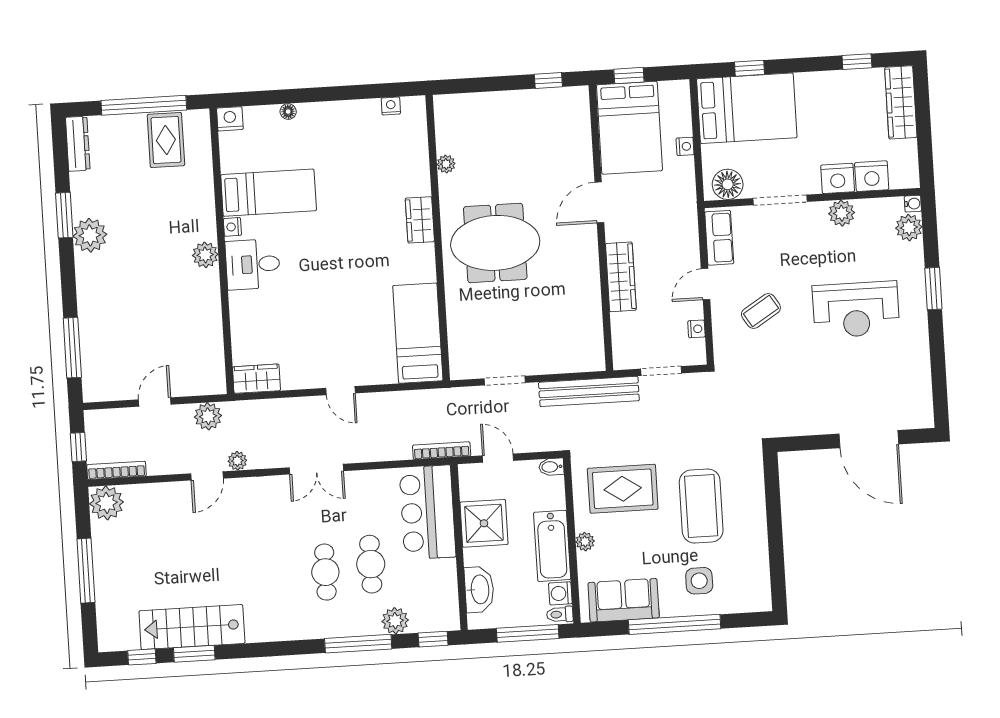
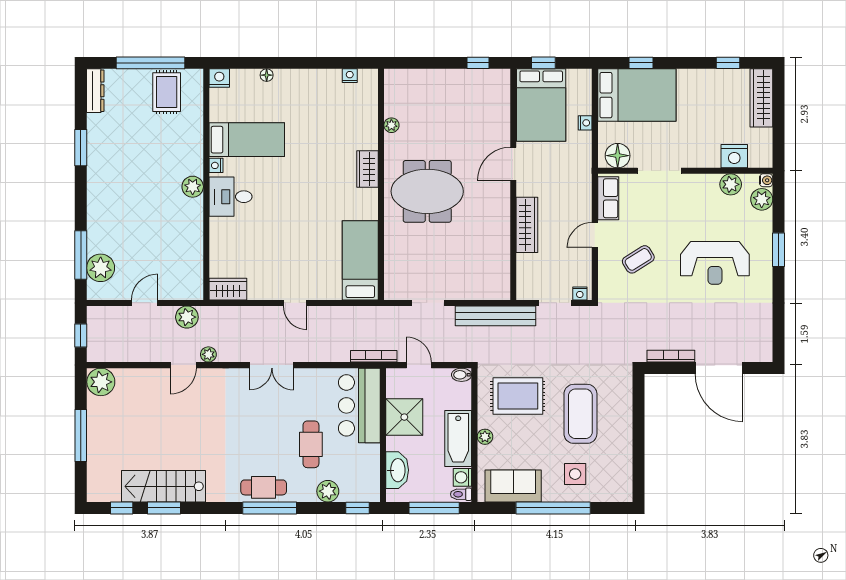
nightstand: (838, 178) -> (707, 156), removed
plant: (842, 213) -> (731, 184), moved
plant: (90, 235) -> (101, 268), moved
nightstand: (696, 329) -> (580, 293), moved, turned 90
bookcase: (116, 470) -> (671, 356), moved
cafe table: (325, 572) -> (264, 487), moved, turned 90
window: (358, 644) -> (270, 508), moved

